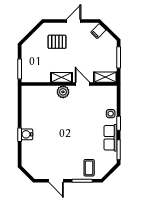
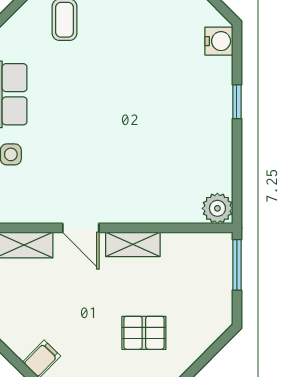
plant: (63, 92) -> (217, 208), moved
water cooler: (27, 134) -> (219, 41), moved

